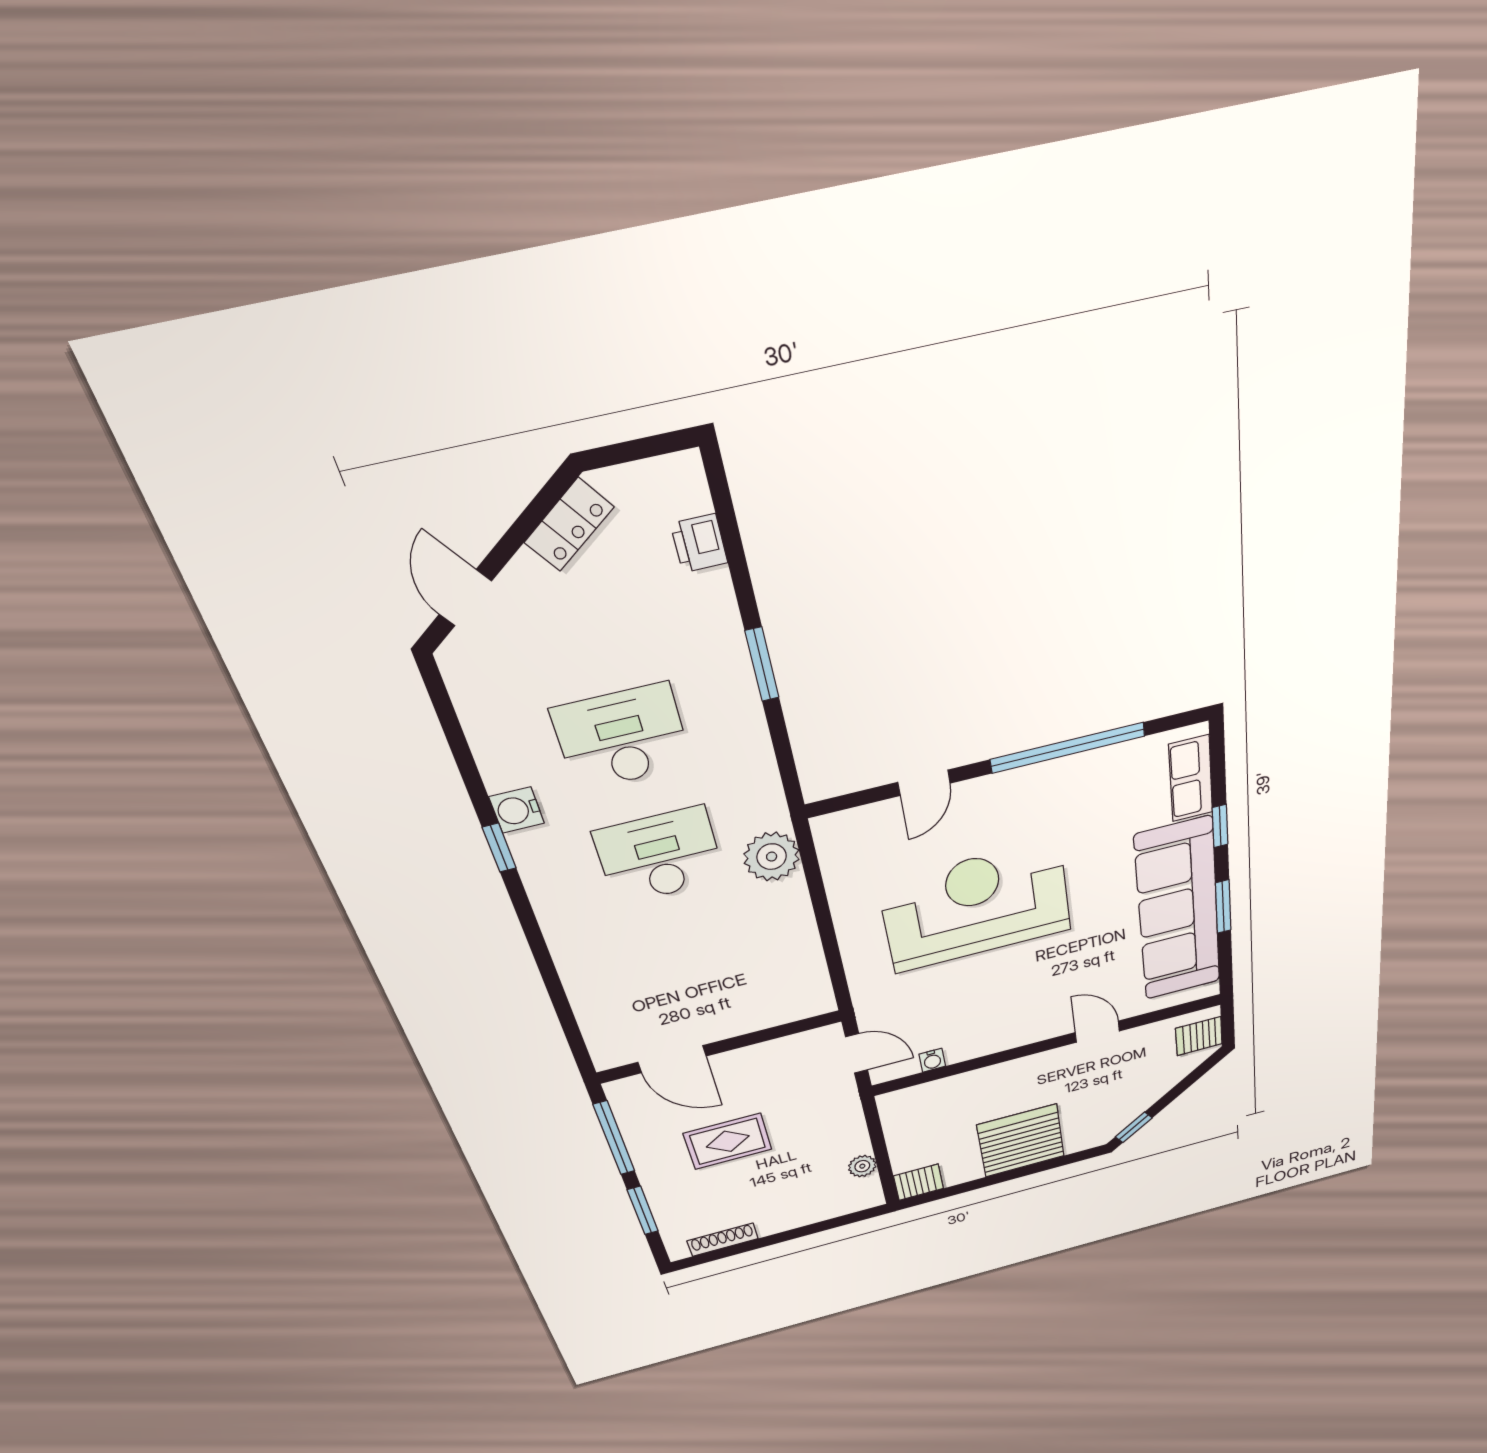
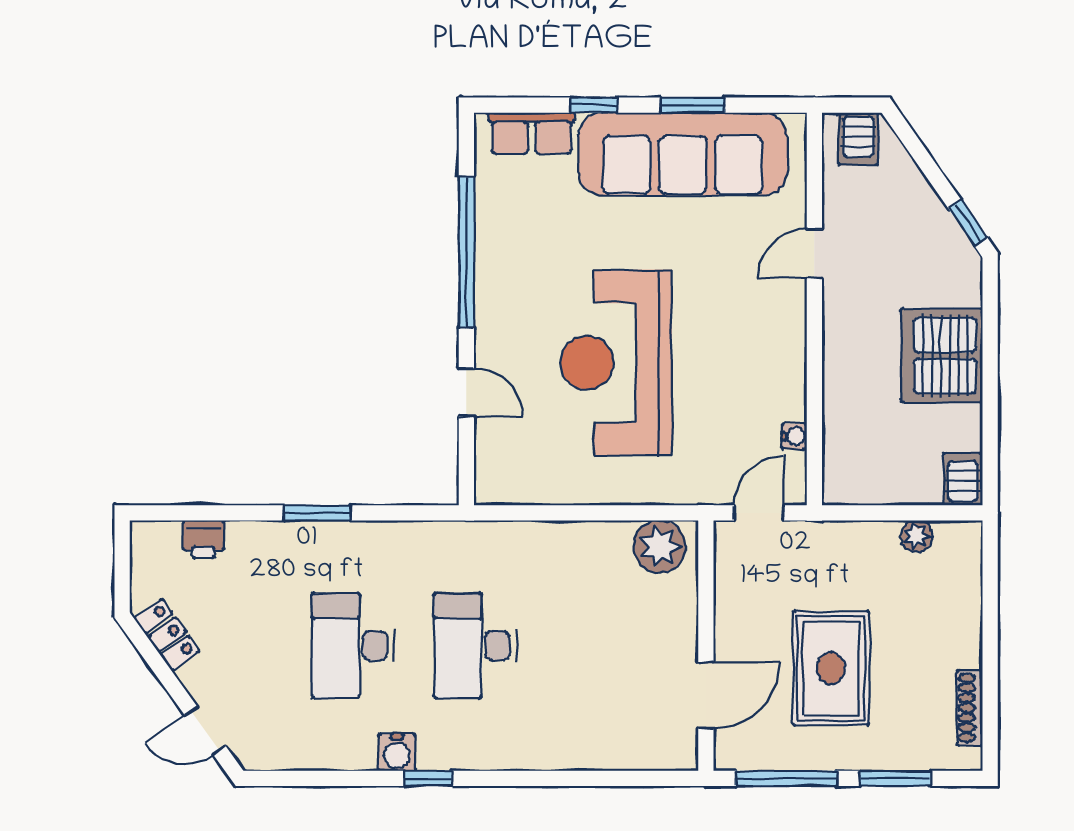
plant: (772, 857) -> (660, 547), moved
rug: (728, 1141) -> (831, 668), width x1.36, depth x1.43

